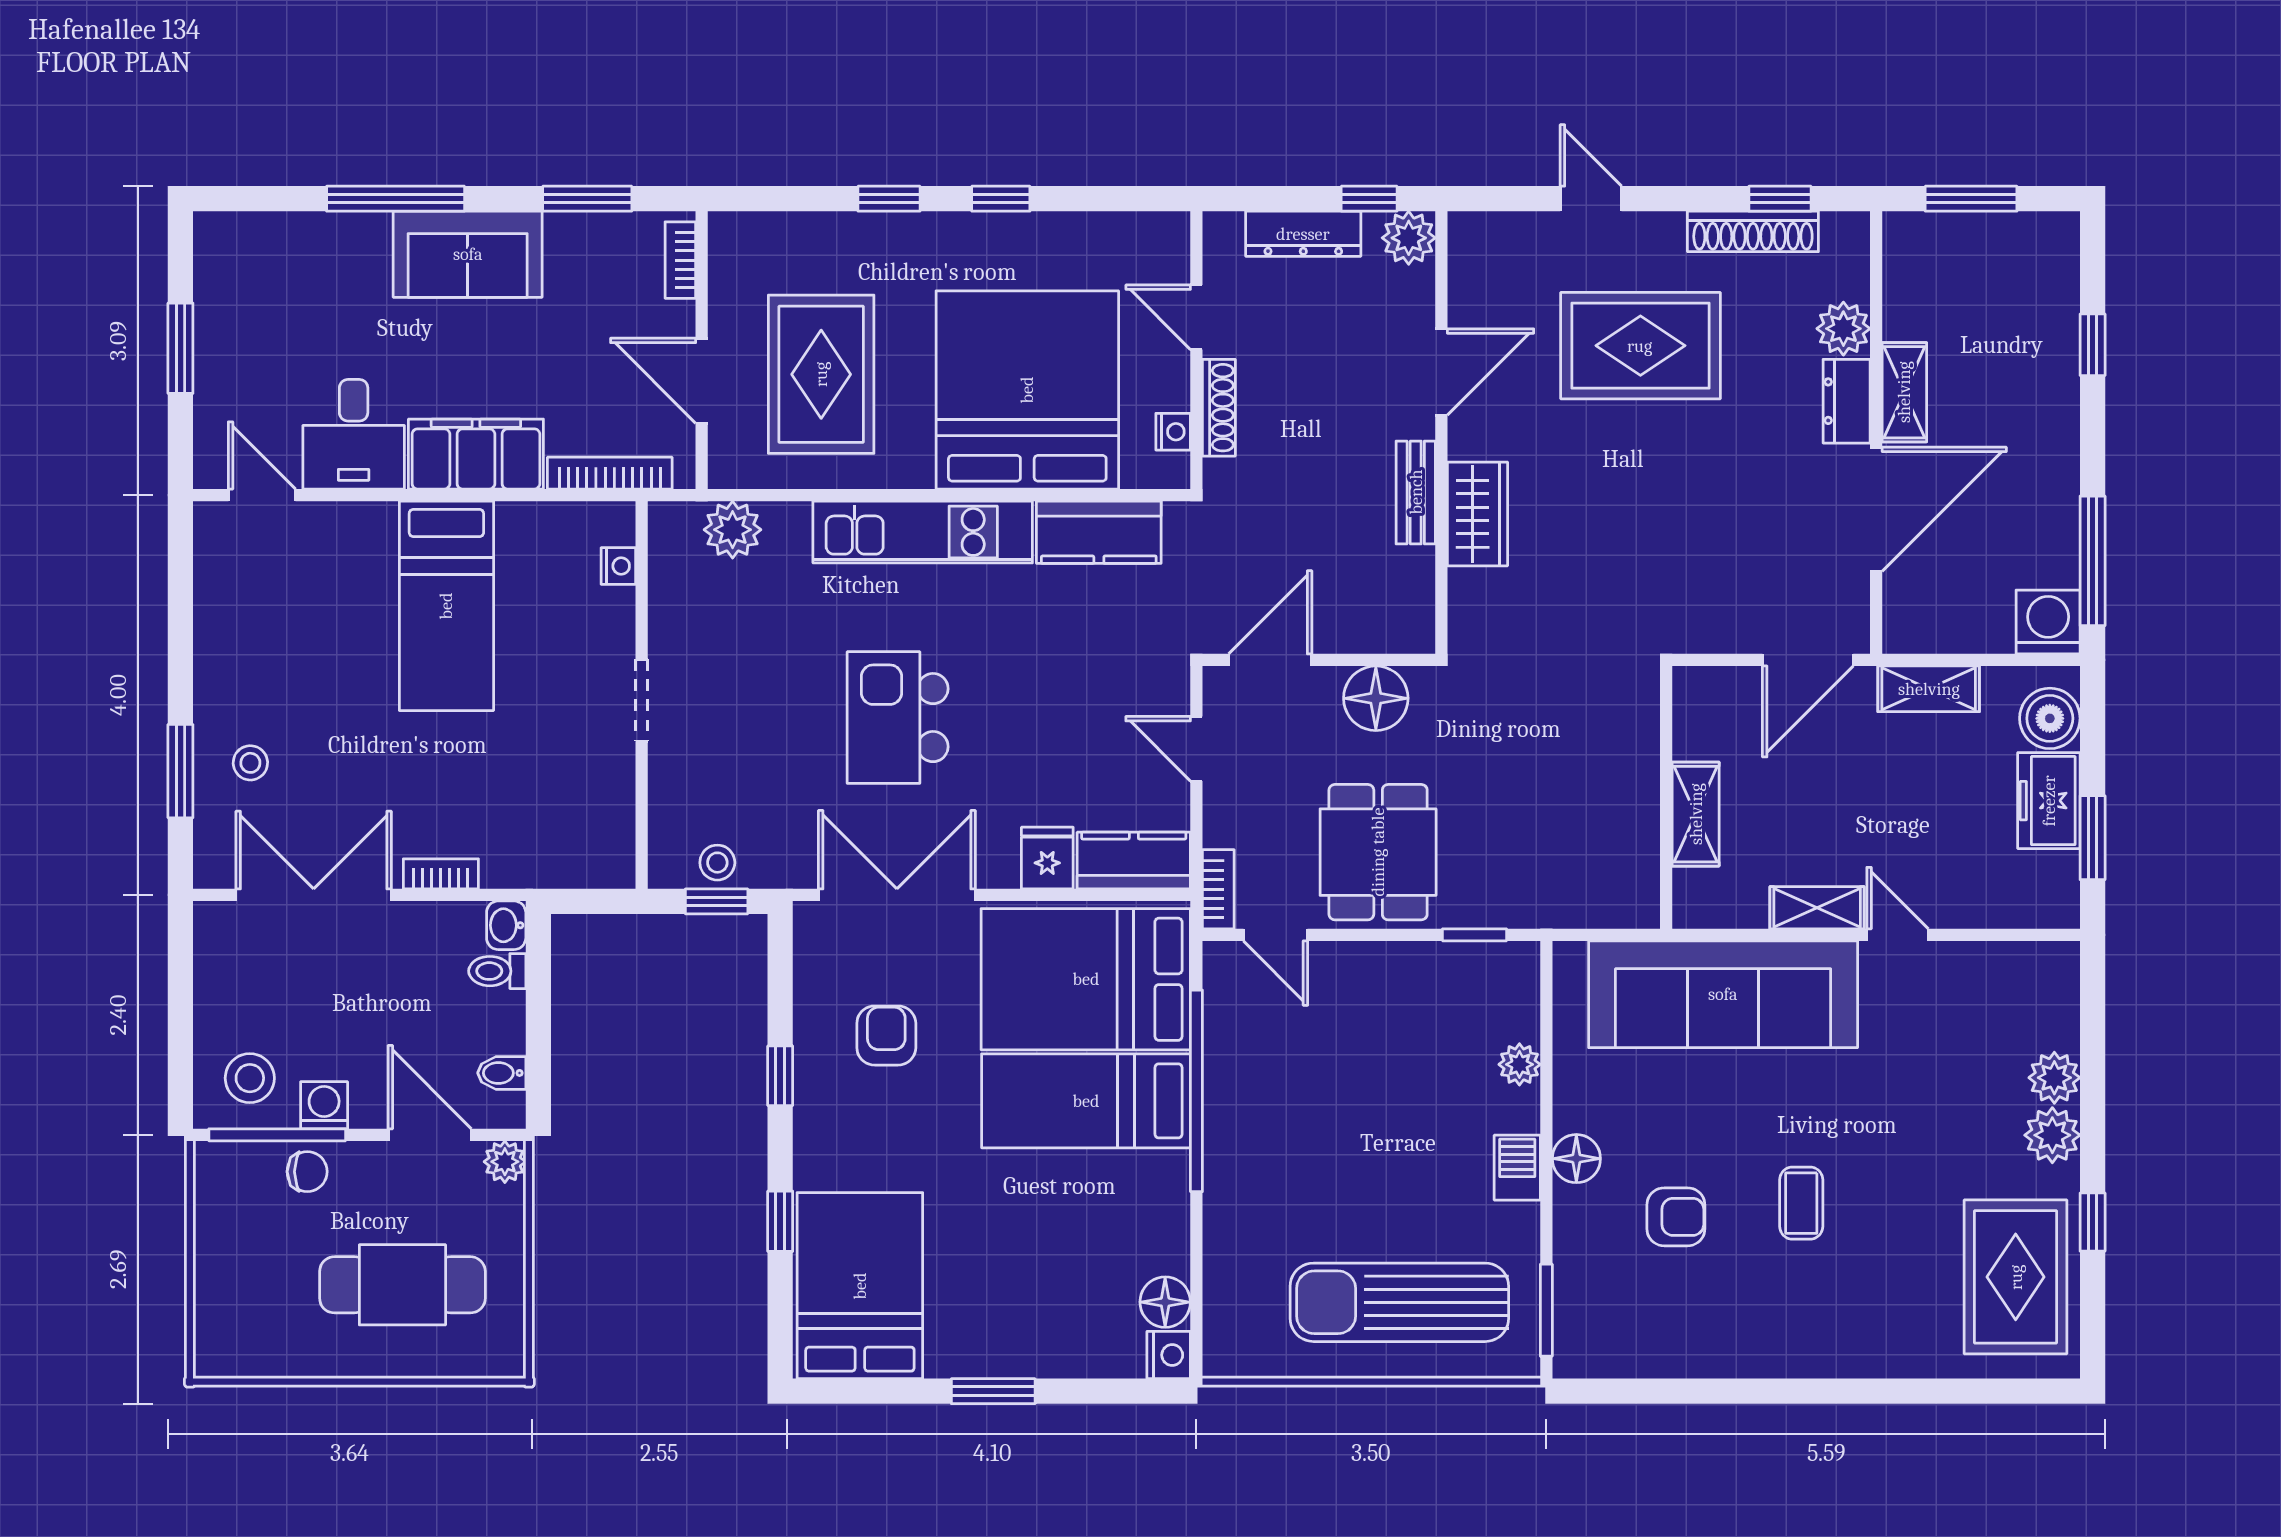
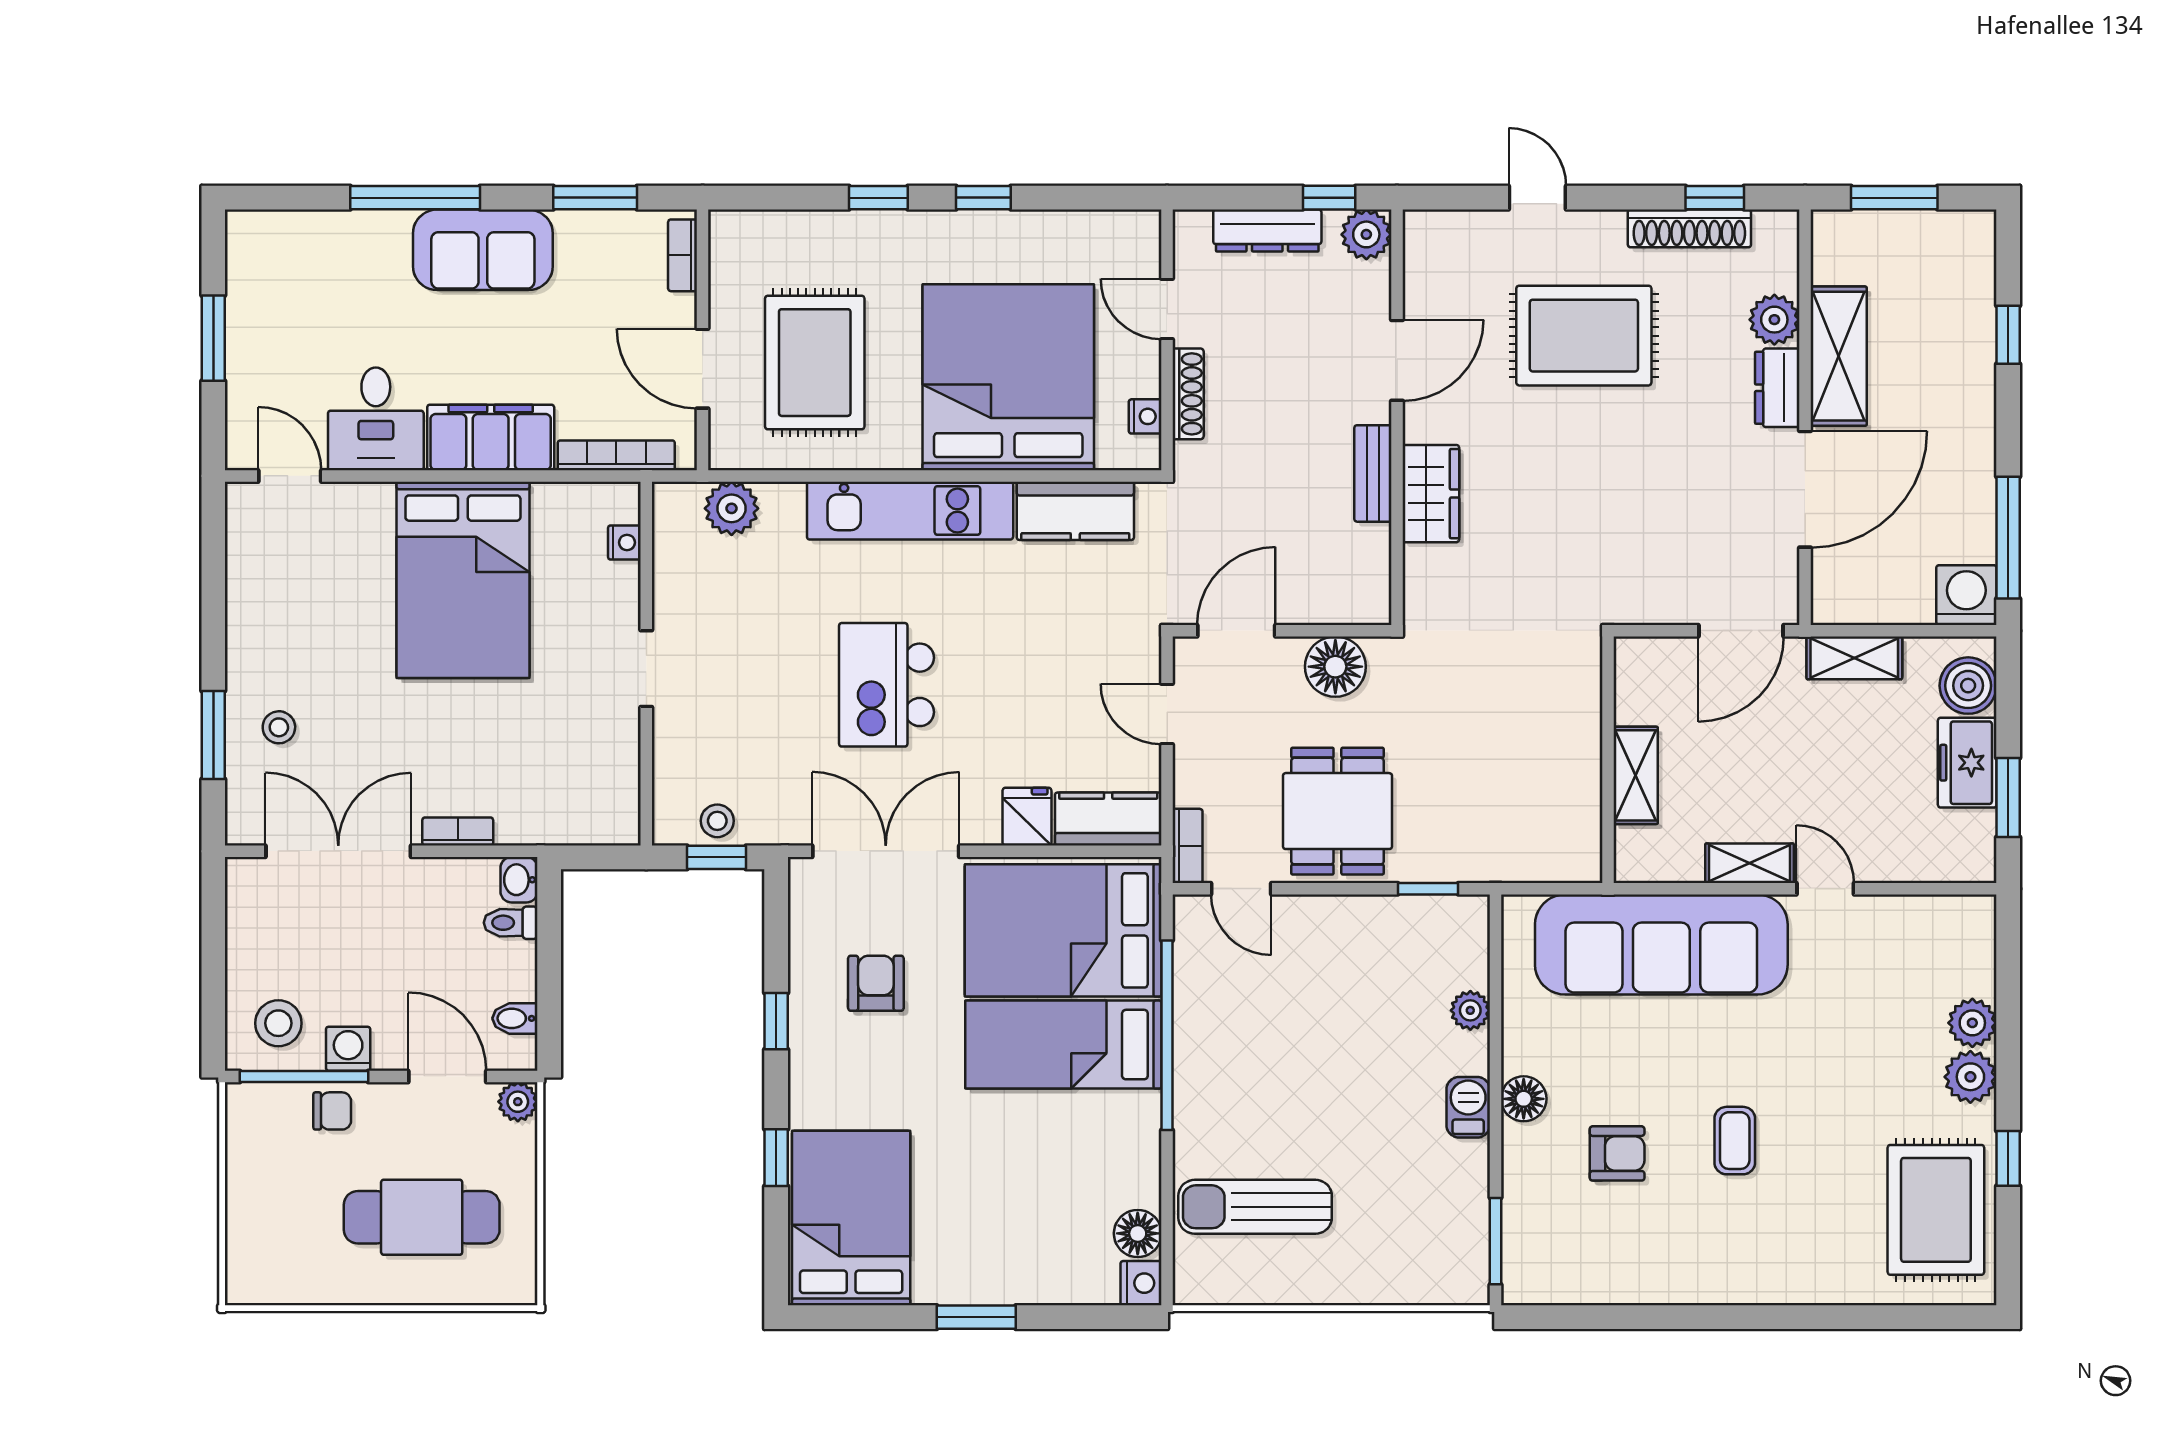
shelving: (1904, 392) -> (1839, 356), width x1.50, depth x1.33
bed: (446, 606) -> (463, 580), width x1.50
sun lounger: (1399, 1302) -> (1255, 1207), moved, width x0.73, depth x0.75

